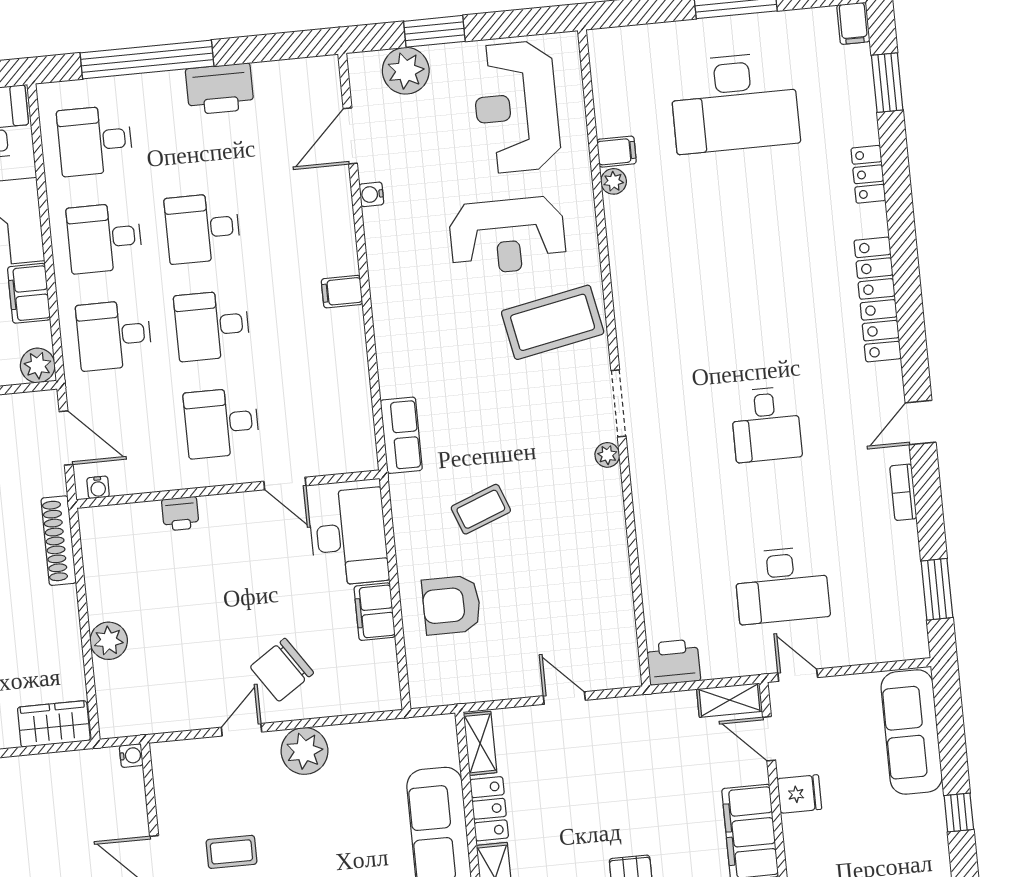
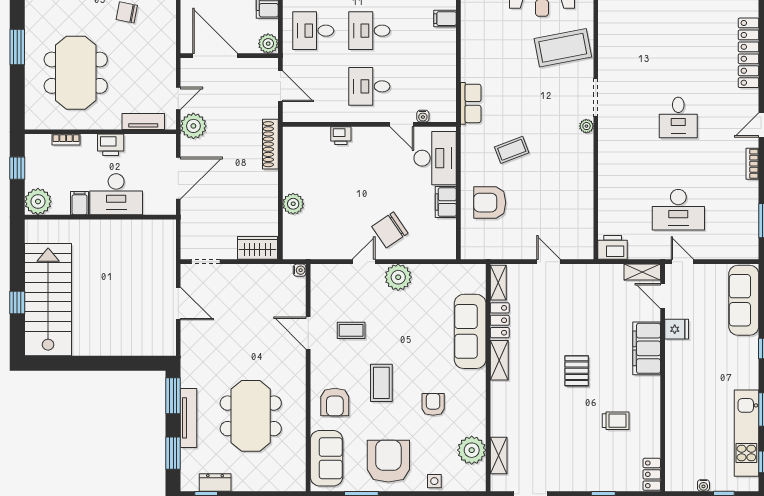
water cooler: (98, 487) -> (423, 116), moved

